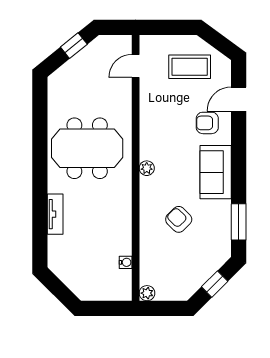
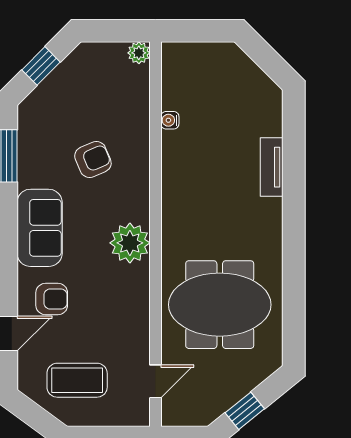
meeting table: (87, 148) -> (220, 305), moved
plant: (147, 168) -> (130, 243), width x1.87, depth x1.87
armchair: (179, 219) -> (93, 160), turned -68
water cooler: (126, 262) -> (170, 120), moved

